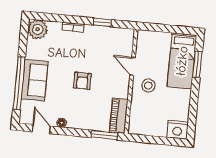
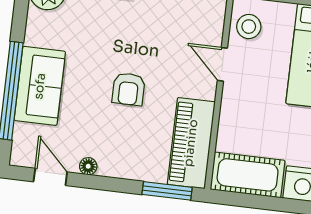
stool: (148, 86) -> (249, 27), moved
piano: (119, 116) -> (191, 143), width x1.37, depth x1.33
cot: (148, 126) -> (248, 175), added

